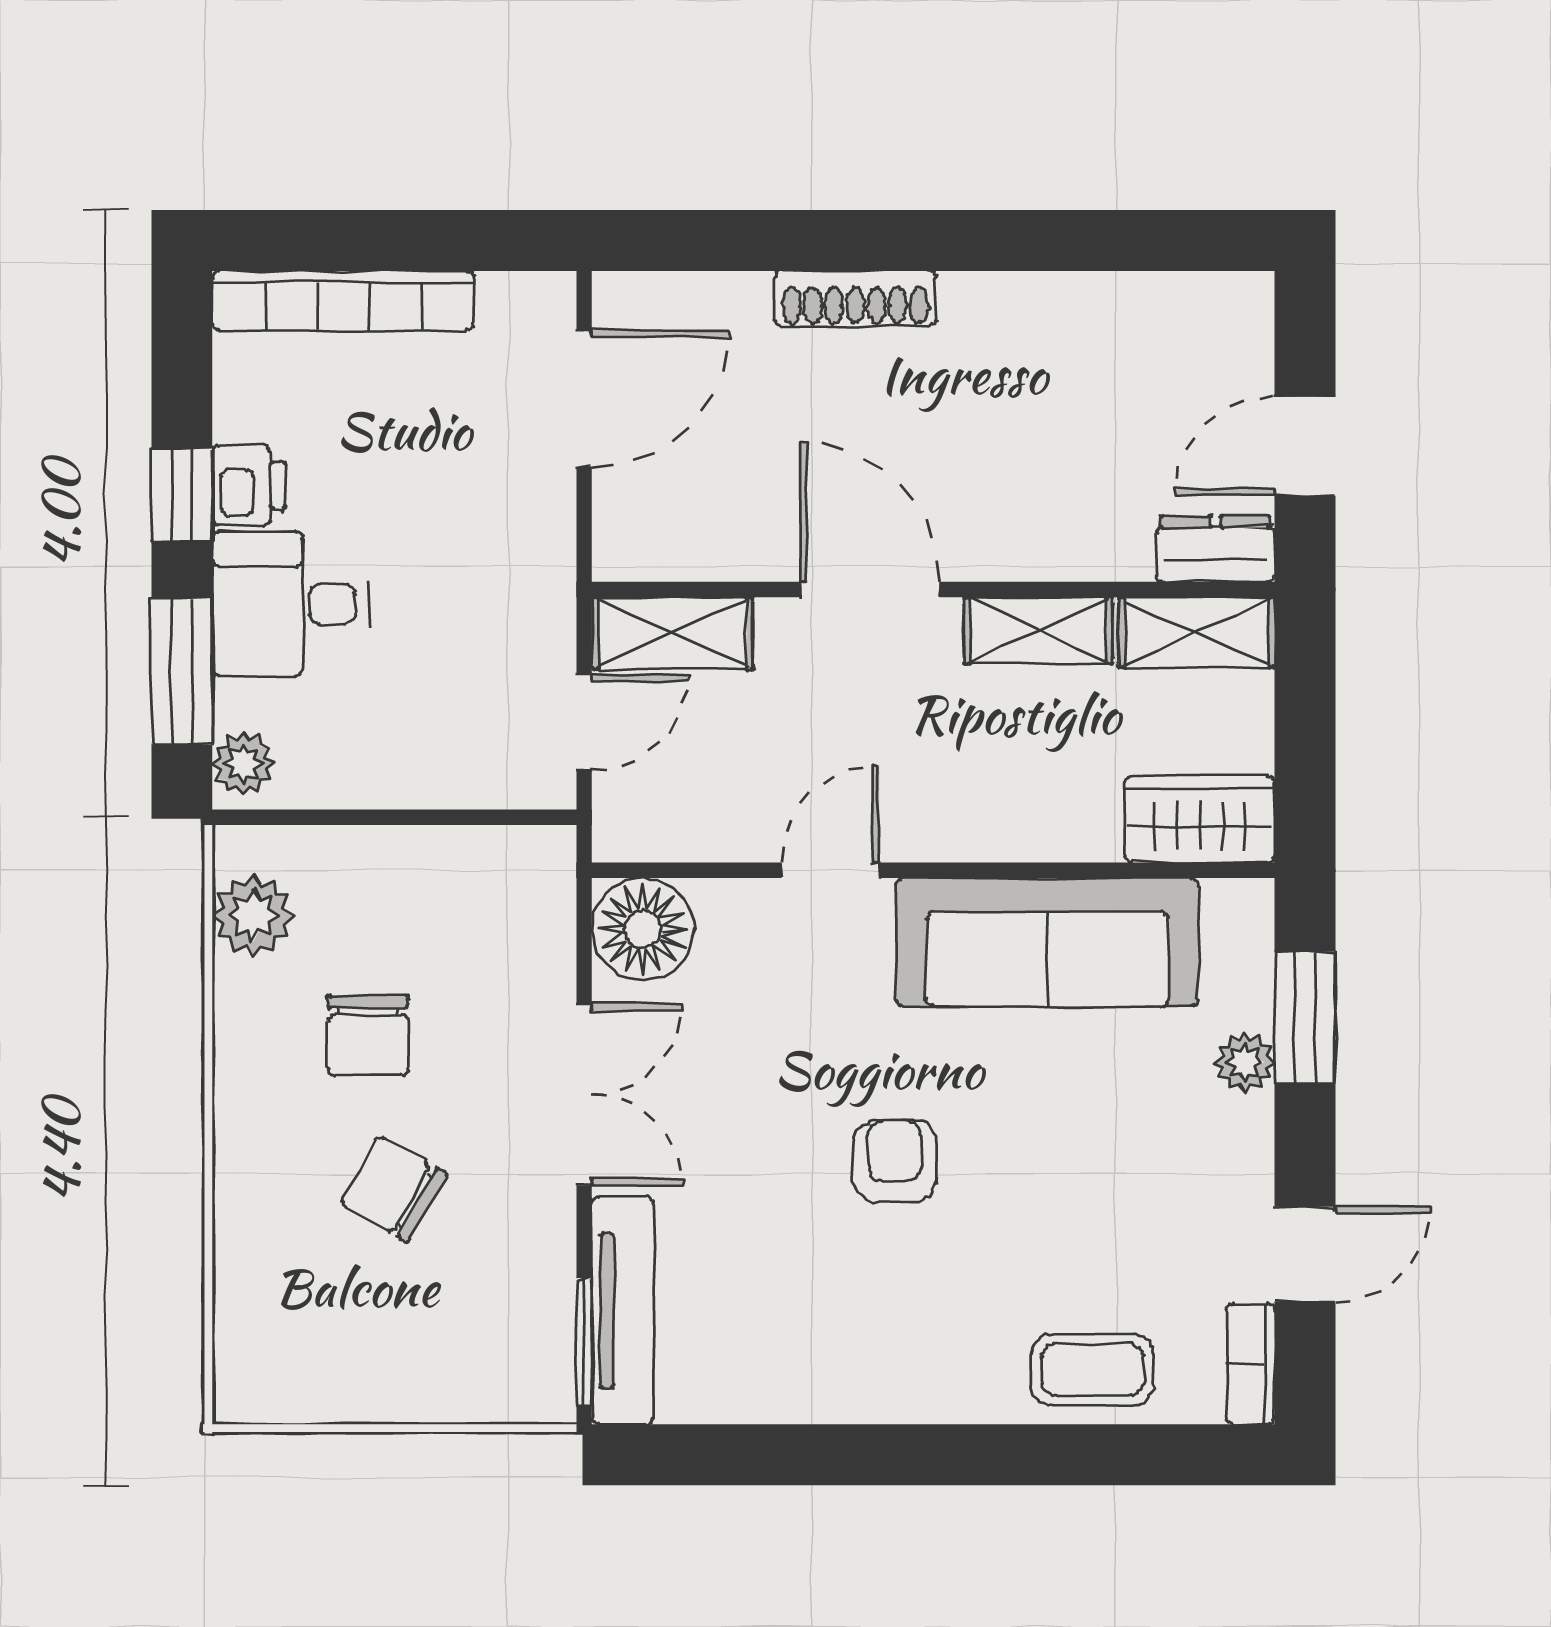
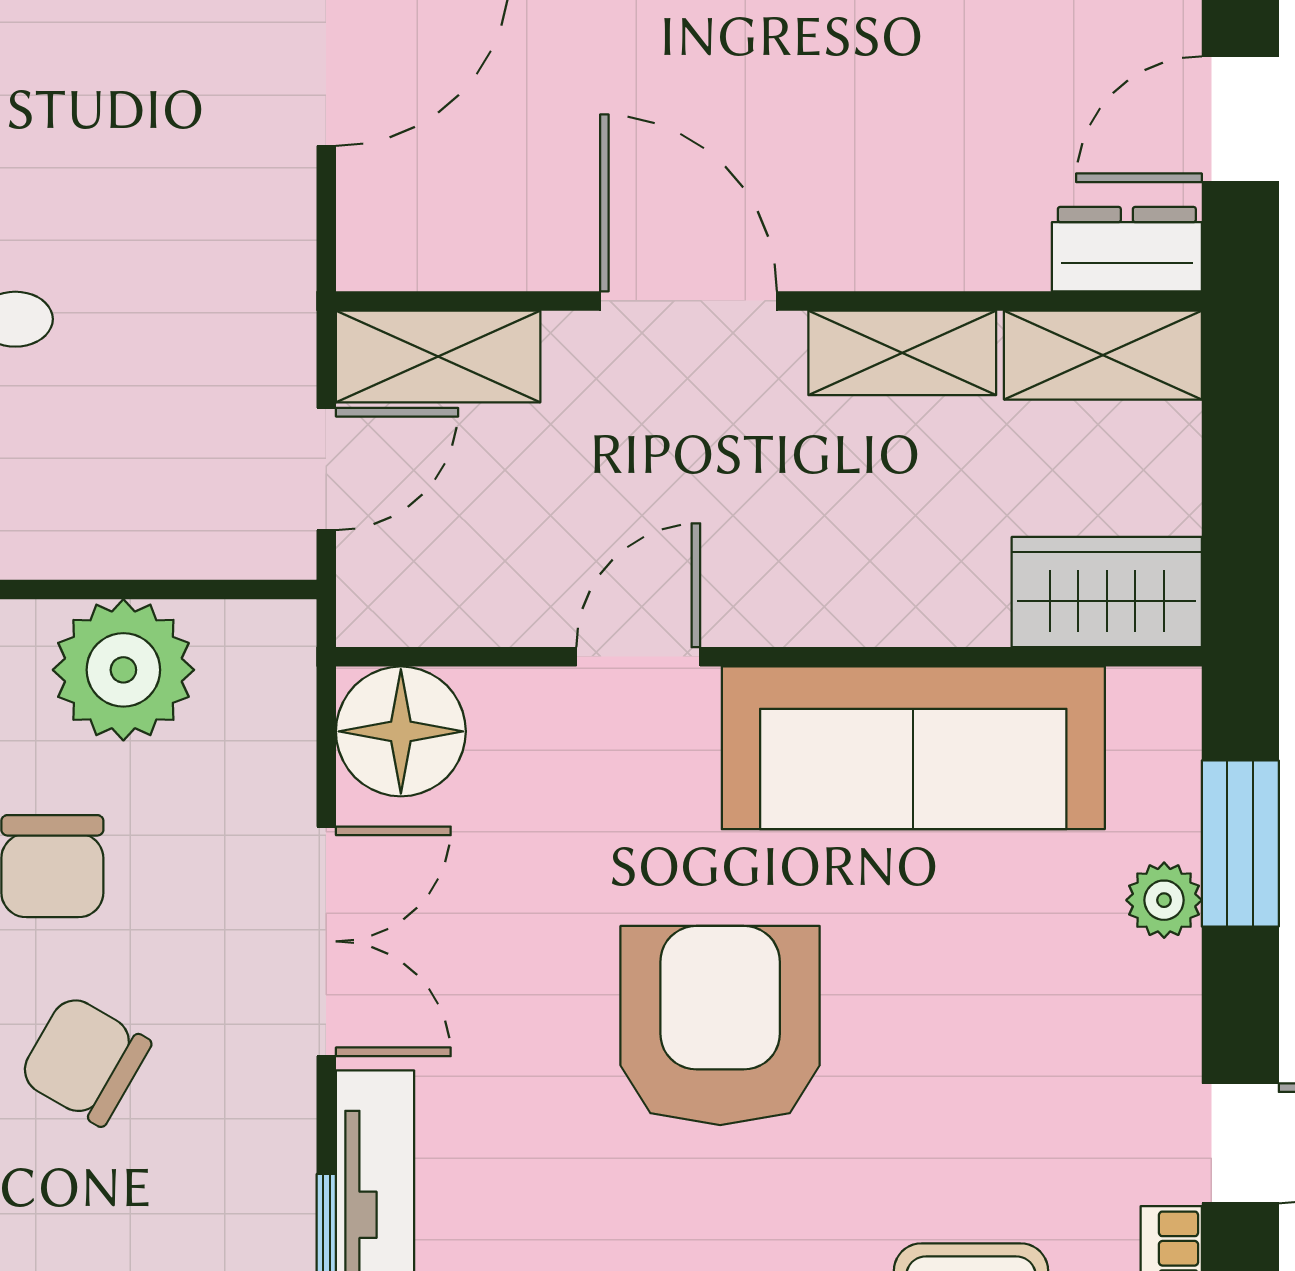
plant: (424, 881) -> (123, 670), added
armchair: (895, 1161) -> (720, 1026), width x1.88, depth x1.88

